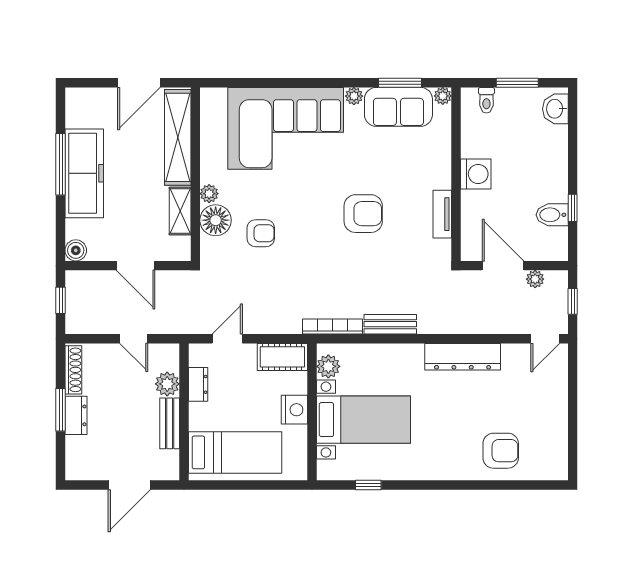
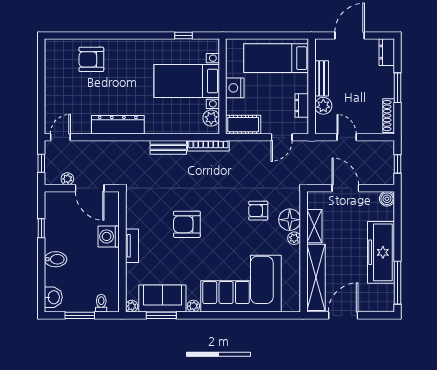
window: (61, 164) -> (398, 283), moved
washing machine: (476, 174) -> (109, 236), moved
tv unit: (442, 214) -> (132, 246), moved
bidet: (552, 215) -> (56, 259), moved
dresser: (76, 415) -> (387, 52), moved

